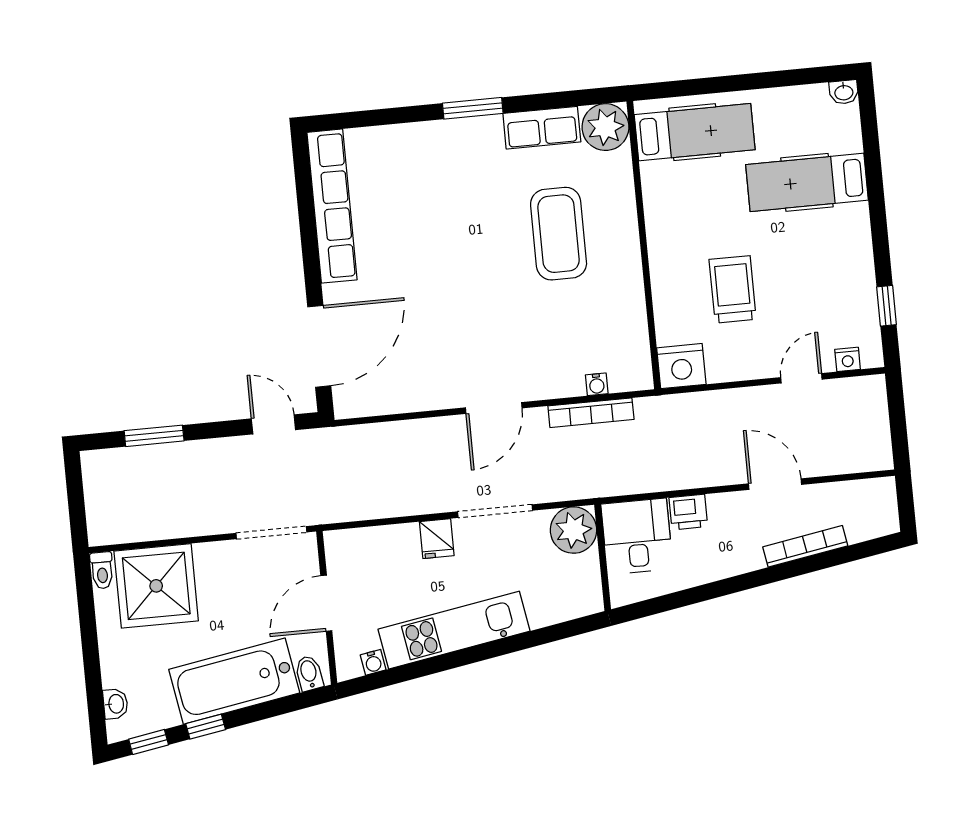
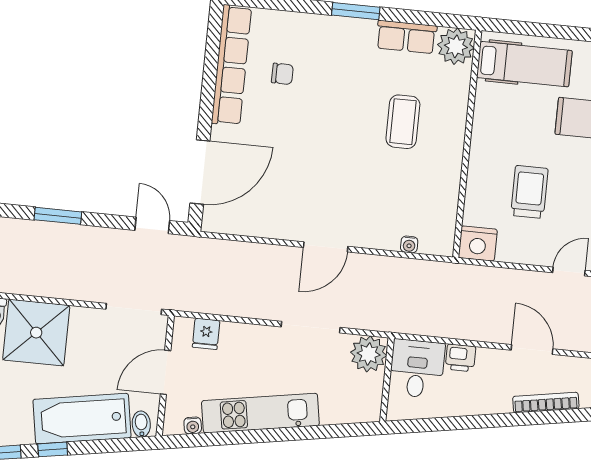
chair: (397, 204) -> (282, 74), added
coffee table: (559, 234) -> (403, 122), width x0.73, depth x0.76
bookcase: (591, 413) -> (400, 266), removed
fridge: (437, 539) -> (206, 334), moved

